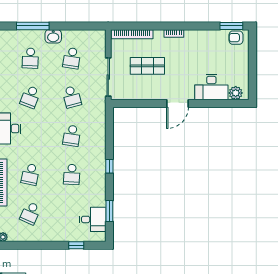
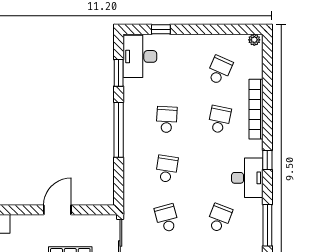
door: (178, 103) -> (57, 210), moved
window: (109, 166) -> (119, 130), width x3.17
desk: (93, 219) -> (140, 56), width x1.37

